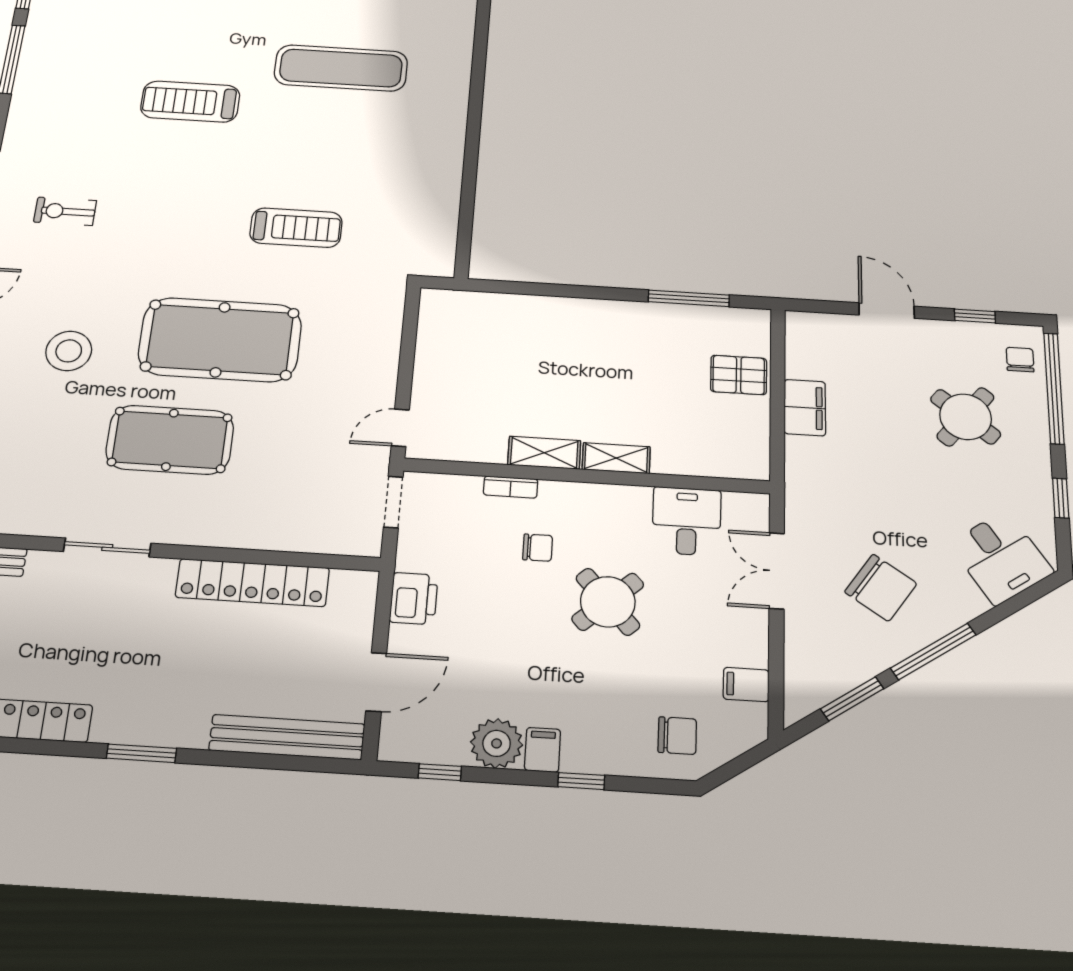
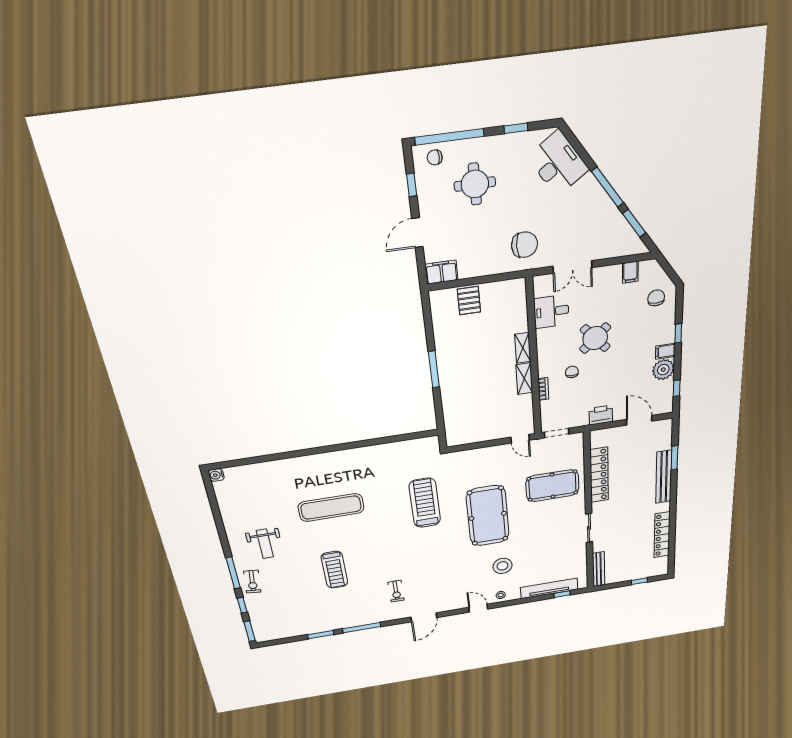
exercise mat: (341, 68) -> (331, 508), turned 90
treadmill: (190, 102) -> (334, 570), moved
exercise bike: (65, 211) -> (396, 591), moved
treadmill: (296, 228) -> (425, 503), width x1.37, depth x1.38
window: (689, 298) -> (434, 369), moved
filing cabinet: (805, 408) -> (441, 272), moved
round table: (966, 417) -> (475, 184), turned -38
pool table: (170, 440) -> (552, 486), moved, turned 90
desk: (1001, 558) -> (558, 163), width x1.37
chair: (881, 588) -> (525, 245), moved, turned 56
bench: (287, 737) -> (664, 477), moved
window: (142, 753) -> (674, 458), moved

